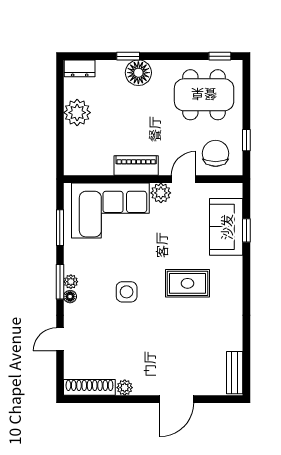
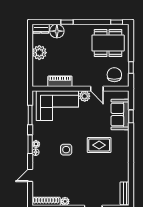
floor lamp: (138, 73) -> (57, 31), moved
piano: (136, 166) -> (60, 81), moved
door: (183, 179) -> (97, 89), swing flipped

